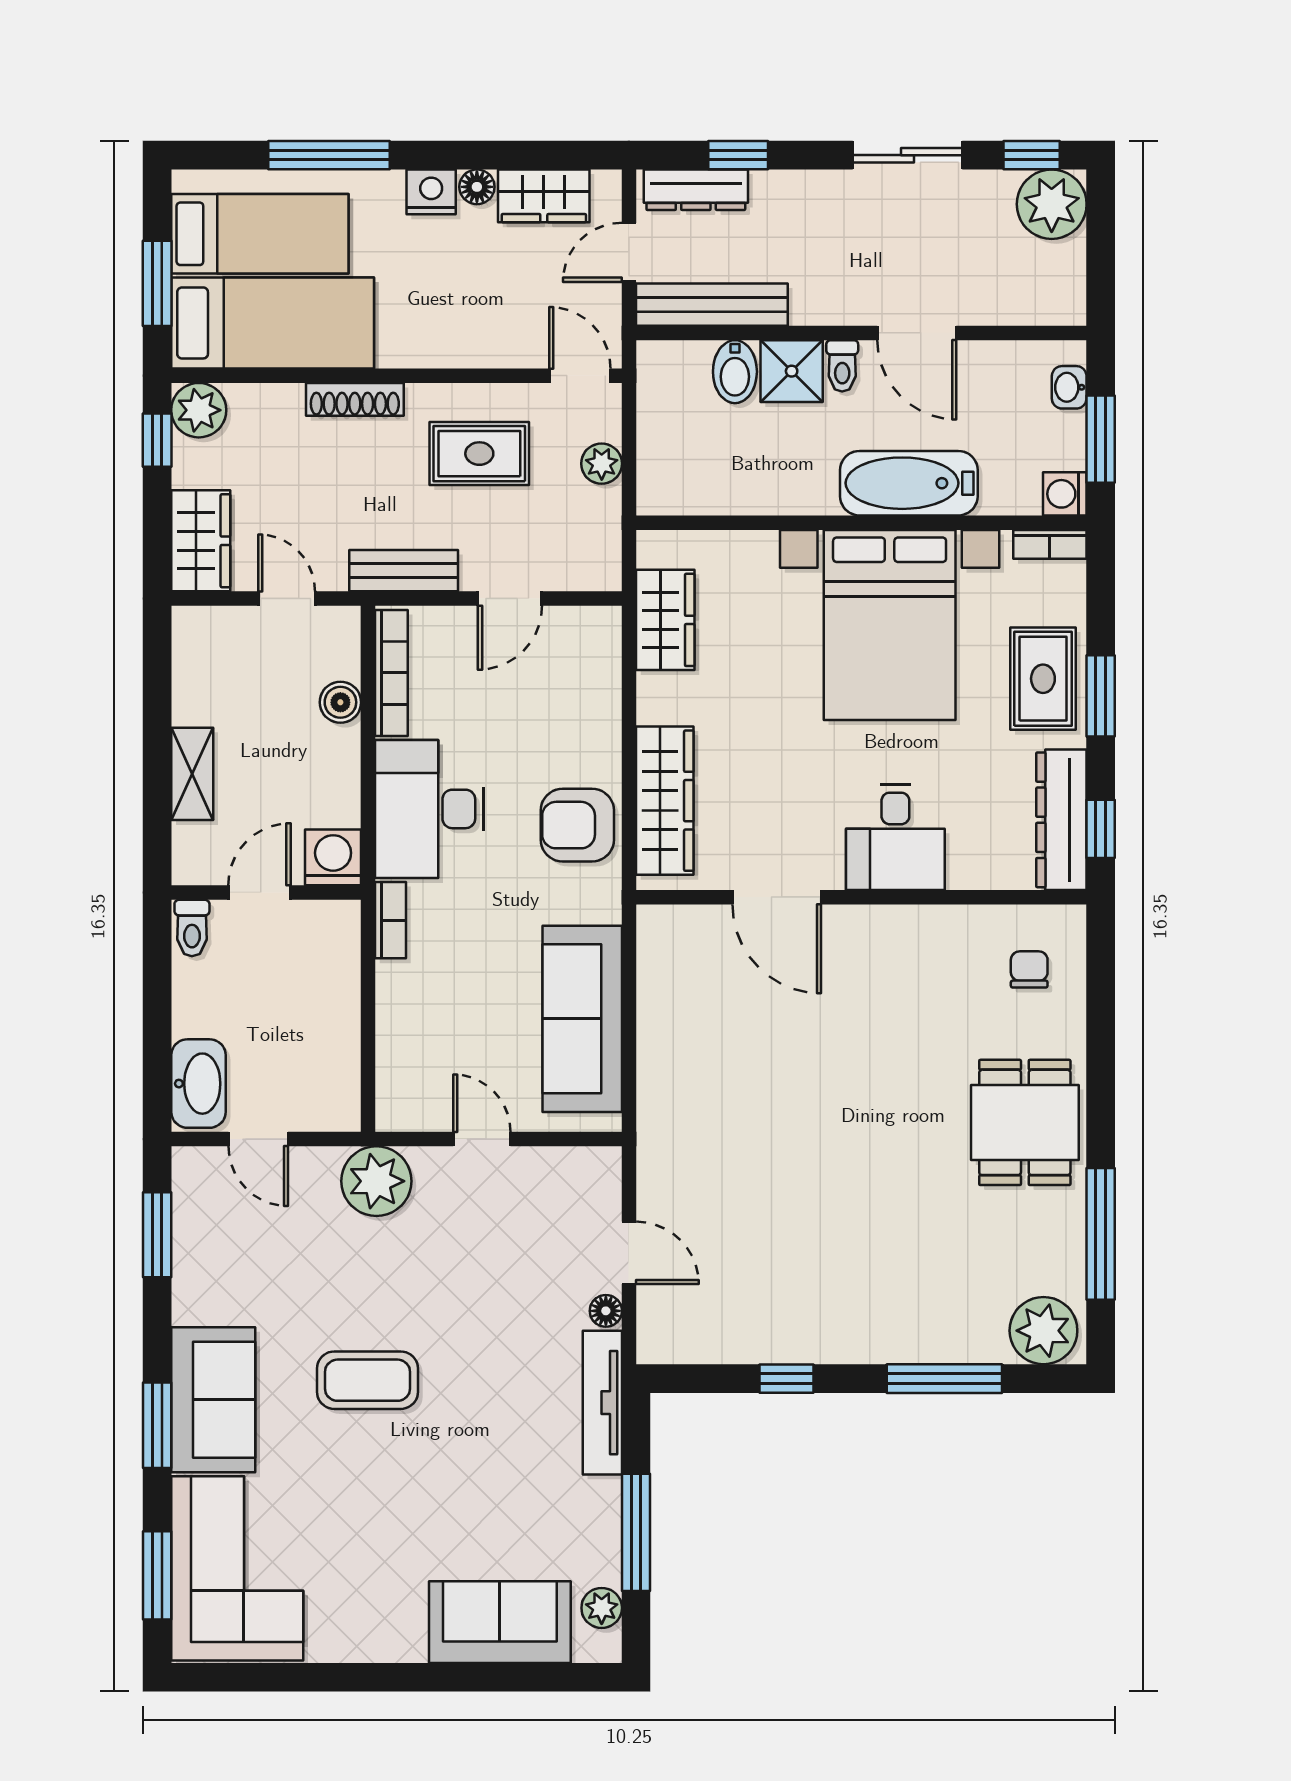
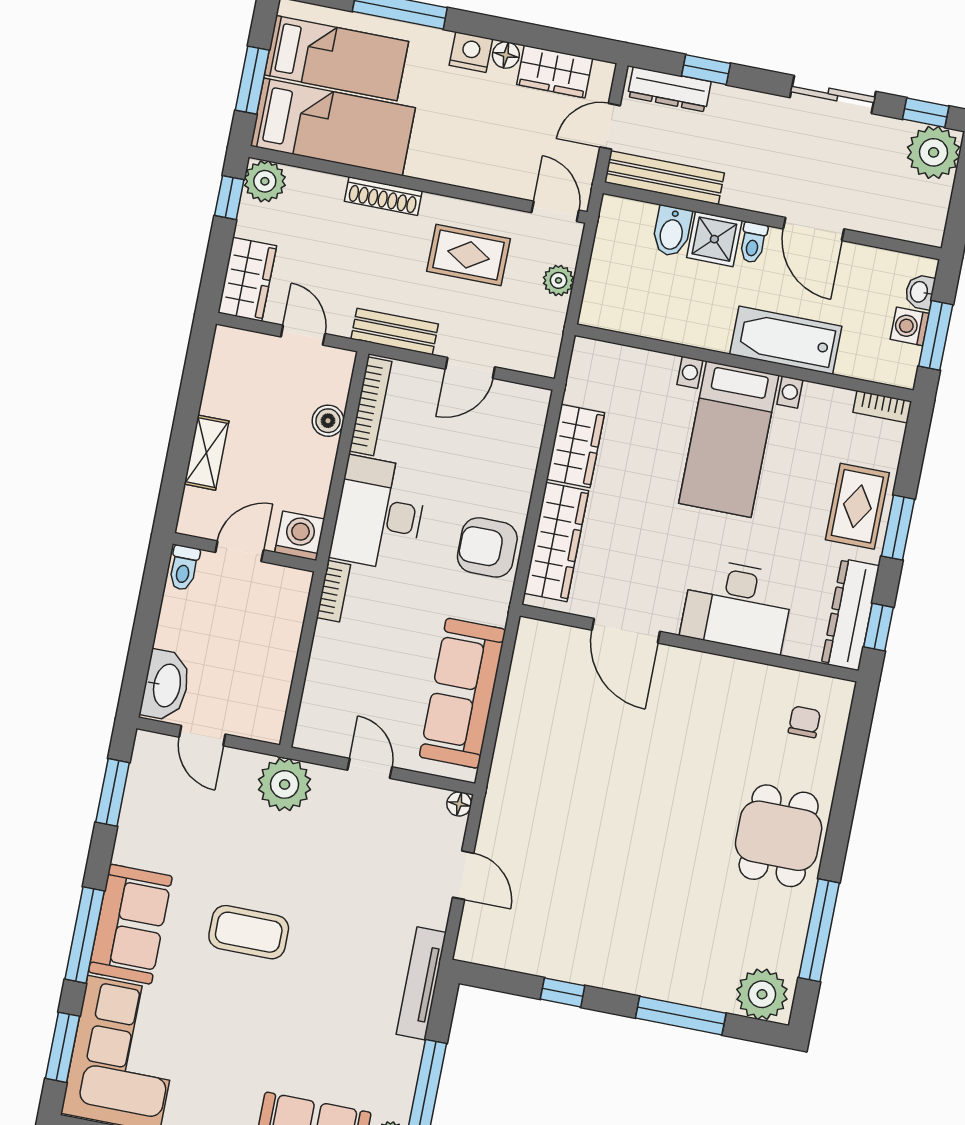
washing machine: (1065, 494) -> (910, 326), moved
wardrobe: (665, 620) -> (575, 446), moved
bed with nightstands: (890, 625) -> (729, 439), width x0.73
desk: (895, 837) -> (737, 606), width x1.37
floor lamp: (606, 1311) -> (459, 804), moved
window: (157, 1425) -> (85, 935), width x1.44

